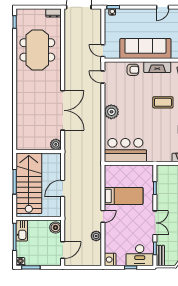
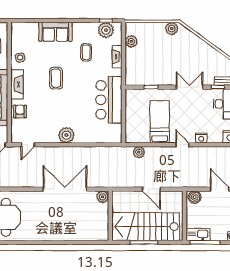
bar counter: (125, 150) -> (109, 100), moved
nightstand: (109, 233) -> (201, 138), added
plant: (96, 236) -> (139, 152), moved

